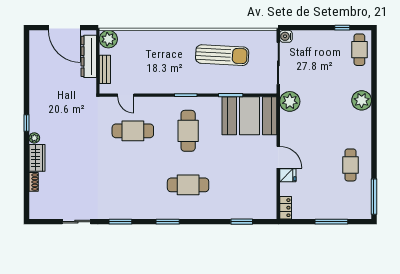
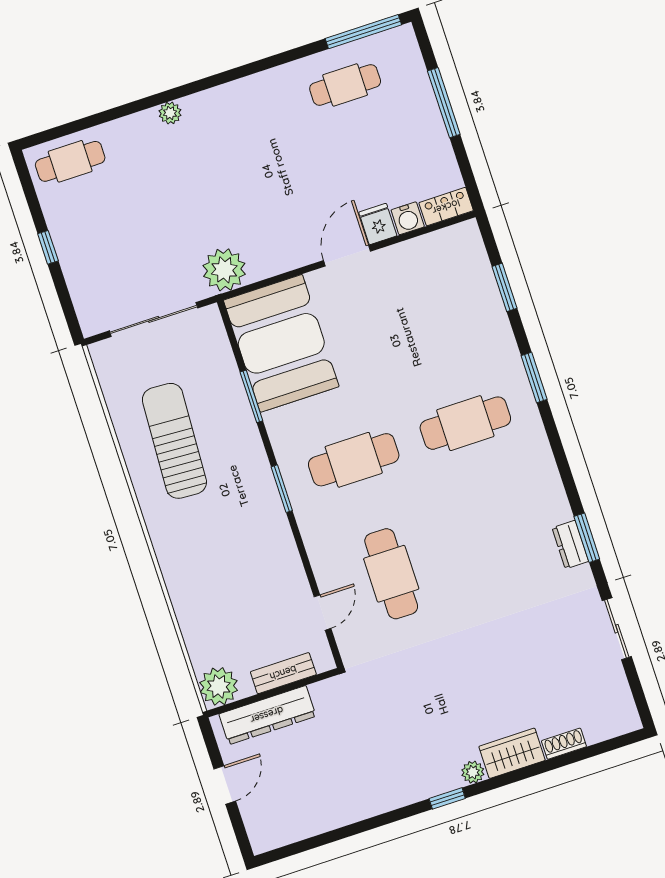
door: (64, 28) -> (225, 785), width x0.53
window: (342, 28) -> (48, 247), moved
water cooler: (286, 36) -> (408, 218), moved
plant: (362, 100) -> (170, 113), width x0.53, depth x0.53
cafe table: (350, 165) -> (345, 85), moved
cafe table: (188, 185) -> (465, 423), turned 90
dresser: (120, 213) -> (570, 545), added
window: (168, 222) -> (534, 378), moved

